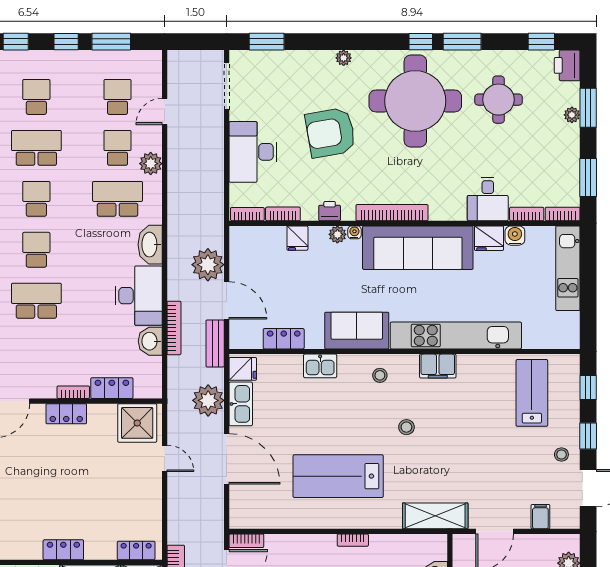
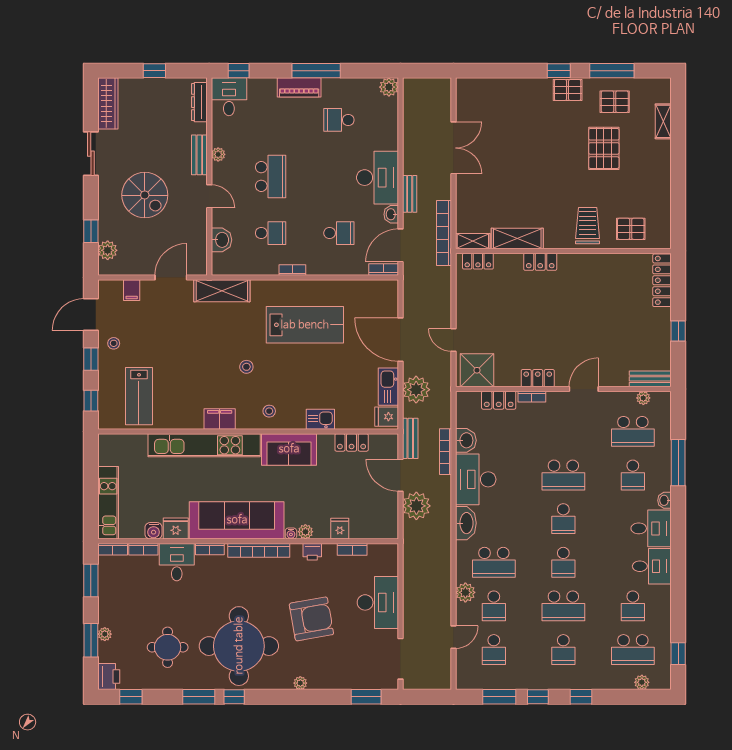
bookcase: (247, 214) -> (210, 549), moved

